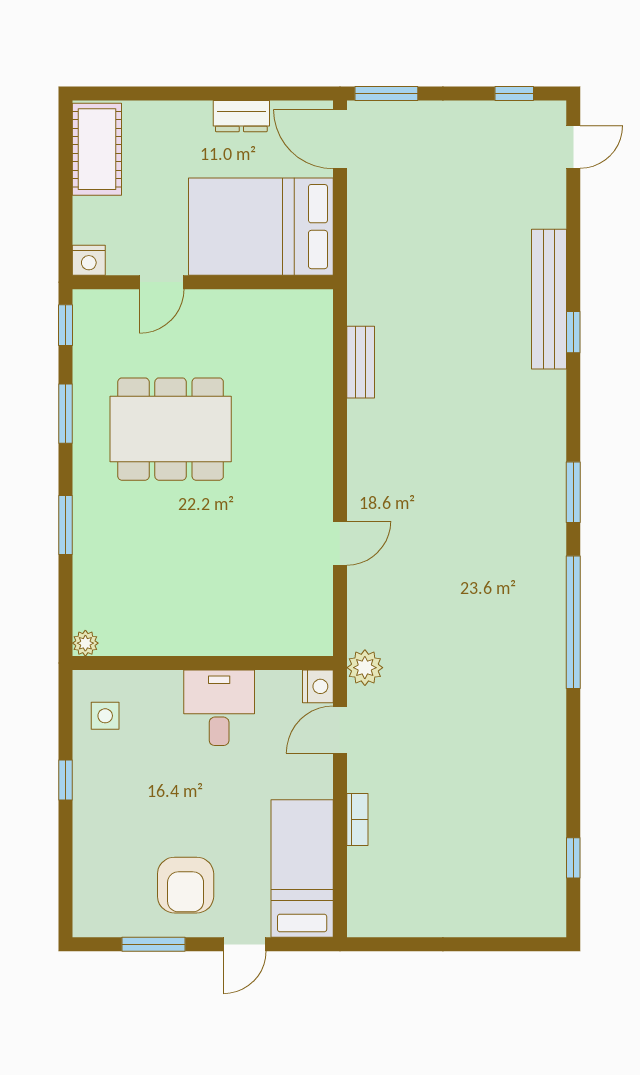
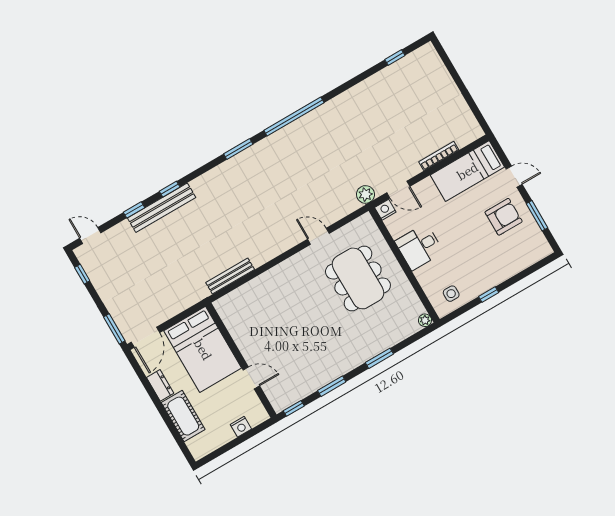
cot: (97, 149) -> (183, 416), moved, turned 90
window: (573, 249) -> (134, 210), added
nightstand: (89, 260) -> (241, 427), moved, turned 90
bench: (361, 362) -> (230, 276), width x1.36
dining table: (171, 429) -> (358, 278), moved
bookcase: (357, 820) -> (439, 156), width x1.56

